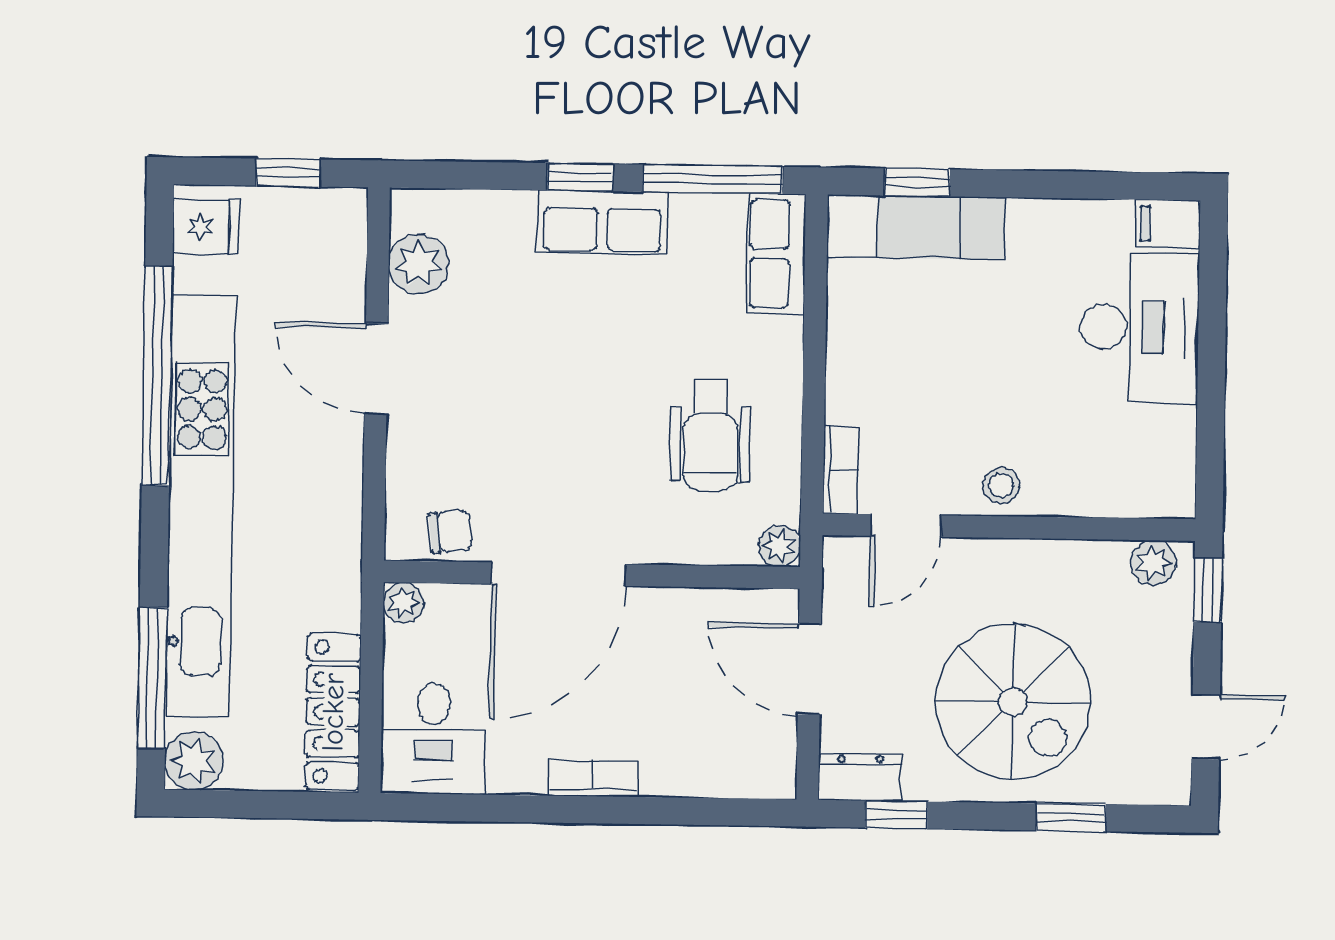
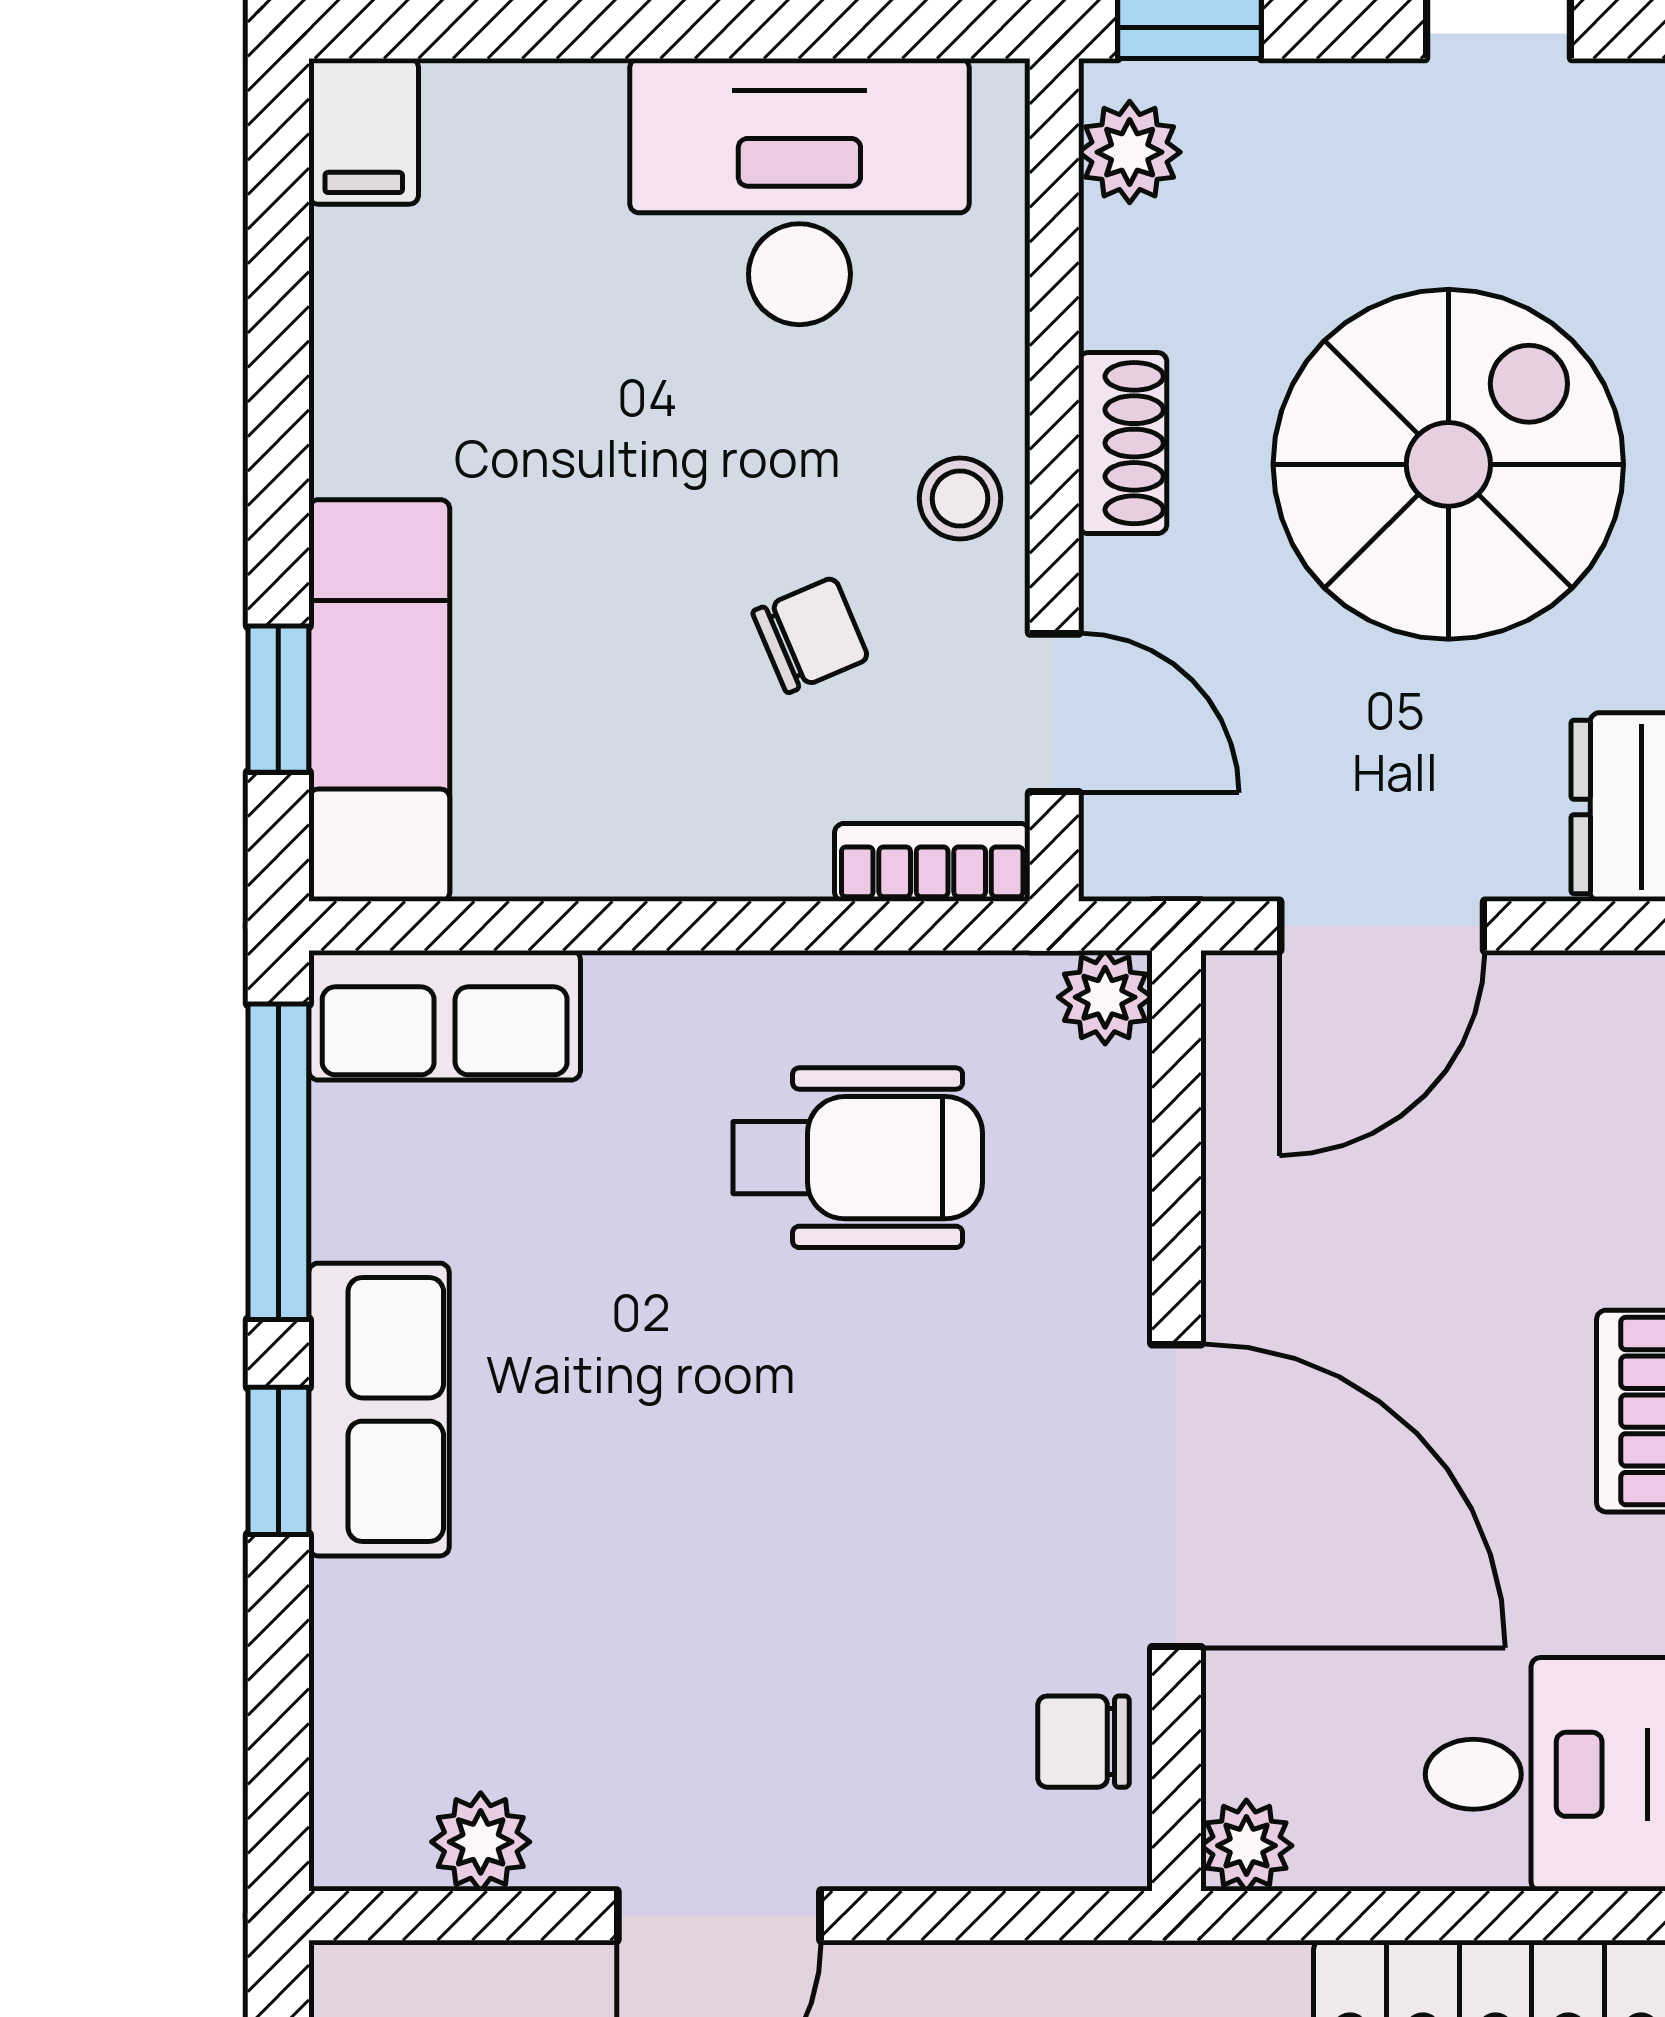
plant: (419, 264) -> (481, 1842), width x0.73, depth x0.73
desk: (1140, 327) -> (799, 192), moved
chair: (942, 418) -> (811, 635), added
chair: (451, 531) -> (1083, 1742), turned -83
shoe rack: (1025, 558) -> (1123, 443), added

